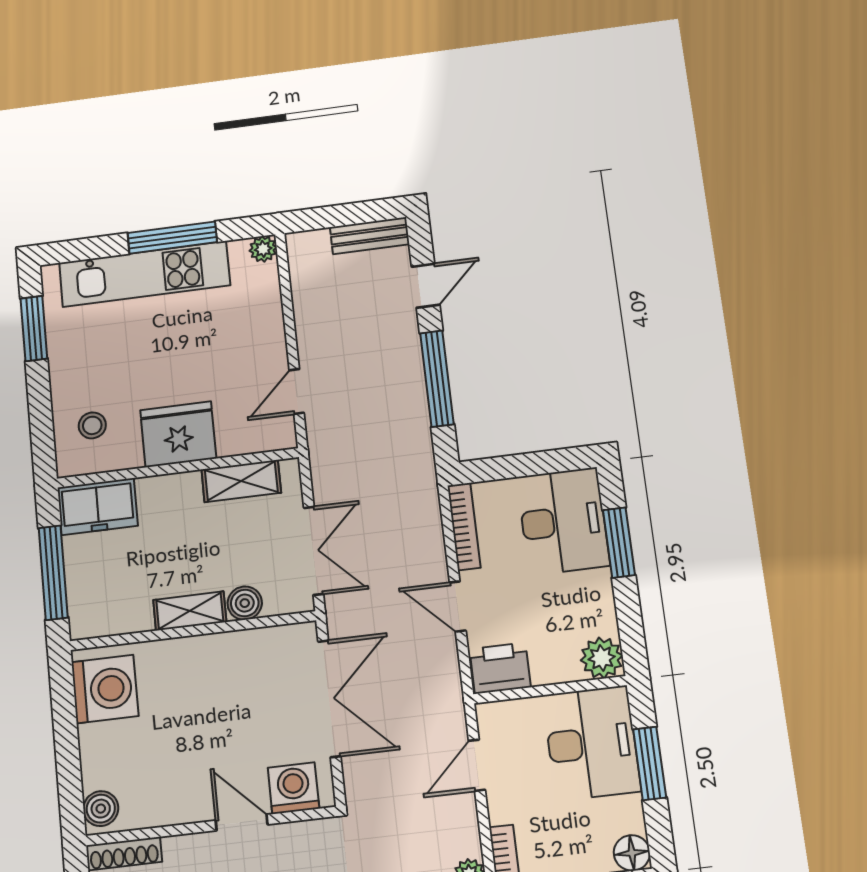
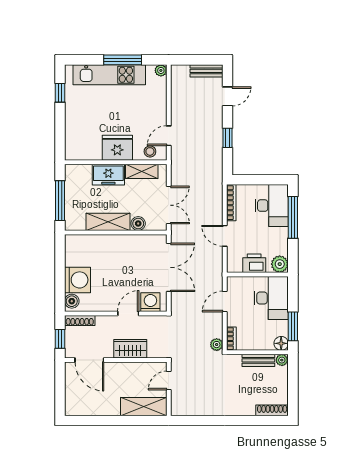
window: (34, 328) -> (60, 93), width x0.67
window: (437, 379) -> (228, 138), width x0.46
stool: (92, 425) -> (150, 151), moved
freezer: (98, 506) -> (108, 175), moved
window: (619, 543) -> (293, 217), width x1.44
shelving: (190, 611) -> (108, 222), width x1.50, depth x1.33
printer: (500, 668) -> (254, 263), moved
washing machine: (105, 689) -> (78, 280), moved
window: (650, 763) -> (293, 326), moved
door: (242, 822) -> (128, 313), hinge flipped

